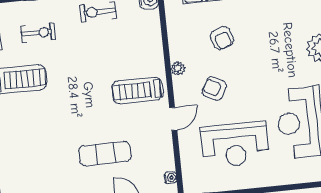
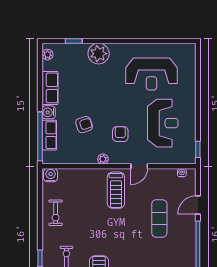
armchair: (214, 89) -> (120, 134), turned 152
door: (173, 119) -> (139, 166), swing flipped

